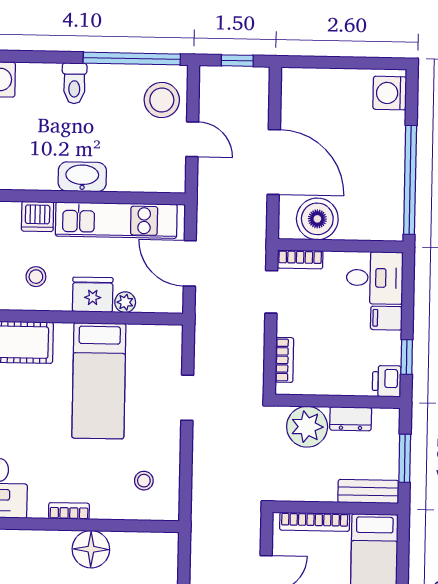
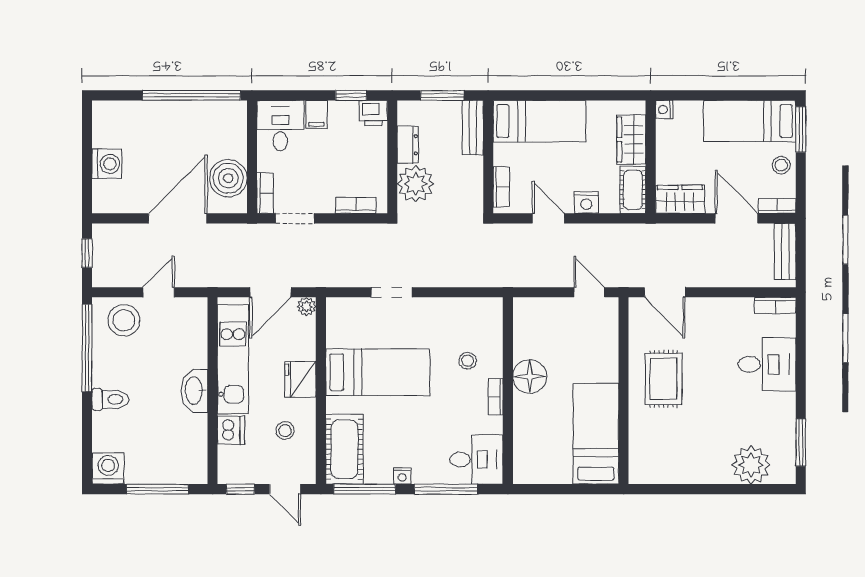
washing machine: (390, 93) -> (107, 164), moved, turned -90
plant: (125, 302) -> (307, 306), moved
stool: (144, 481) -> (468, 361), moved
bookcase: (315, 522) -> (501, 187), width x0.64

